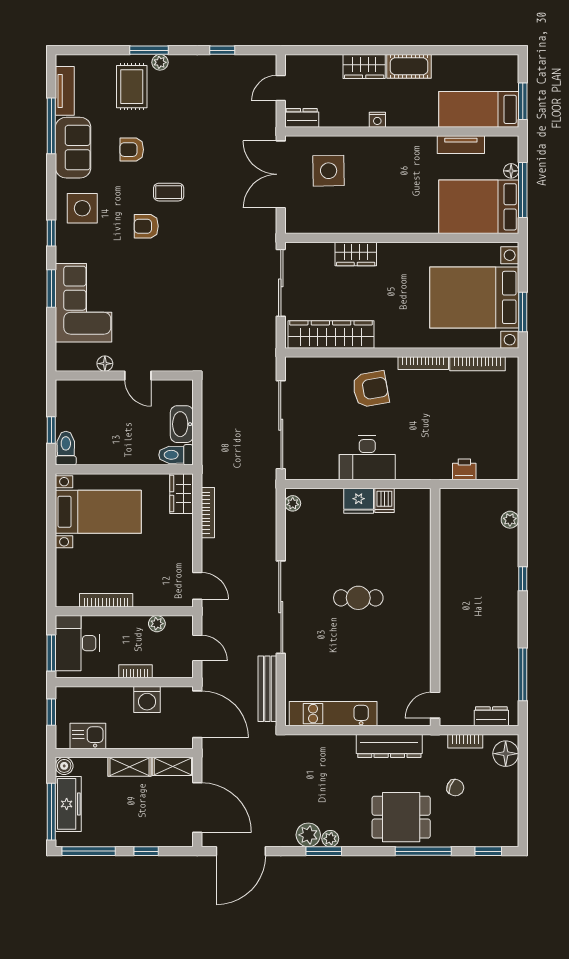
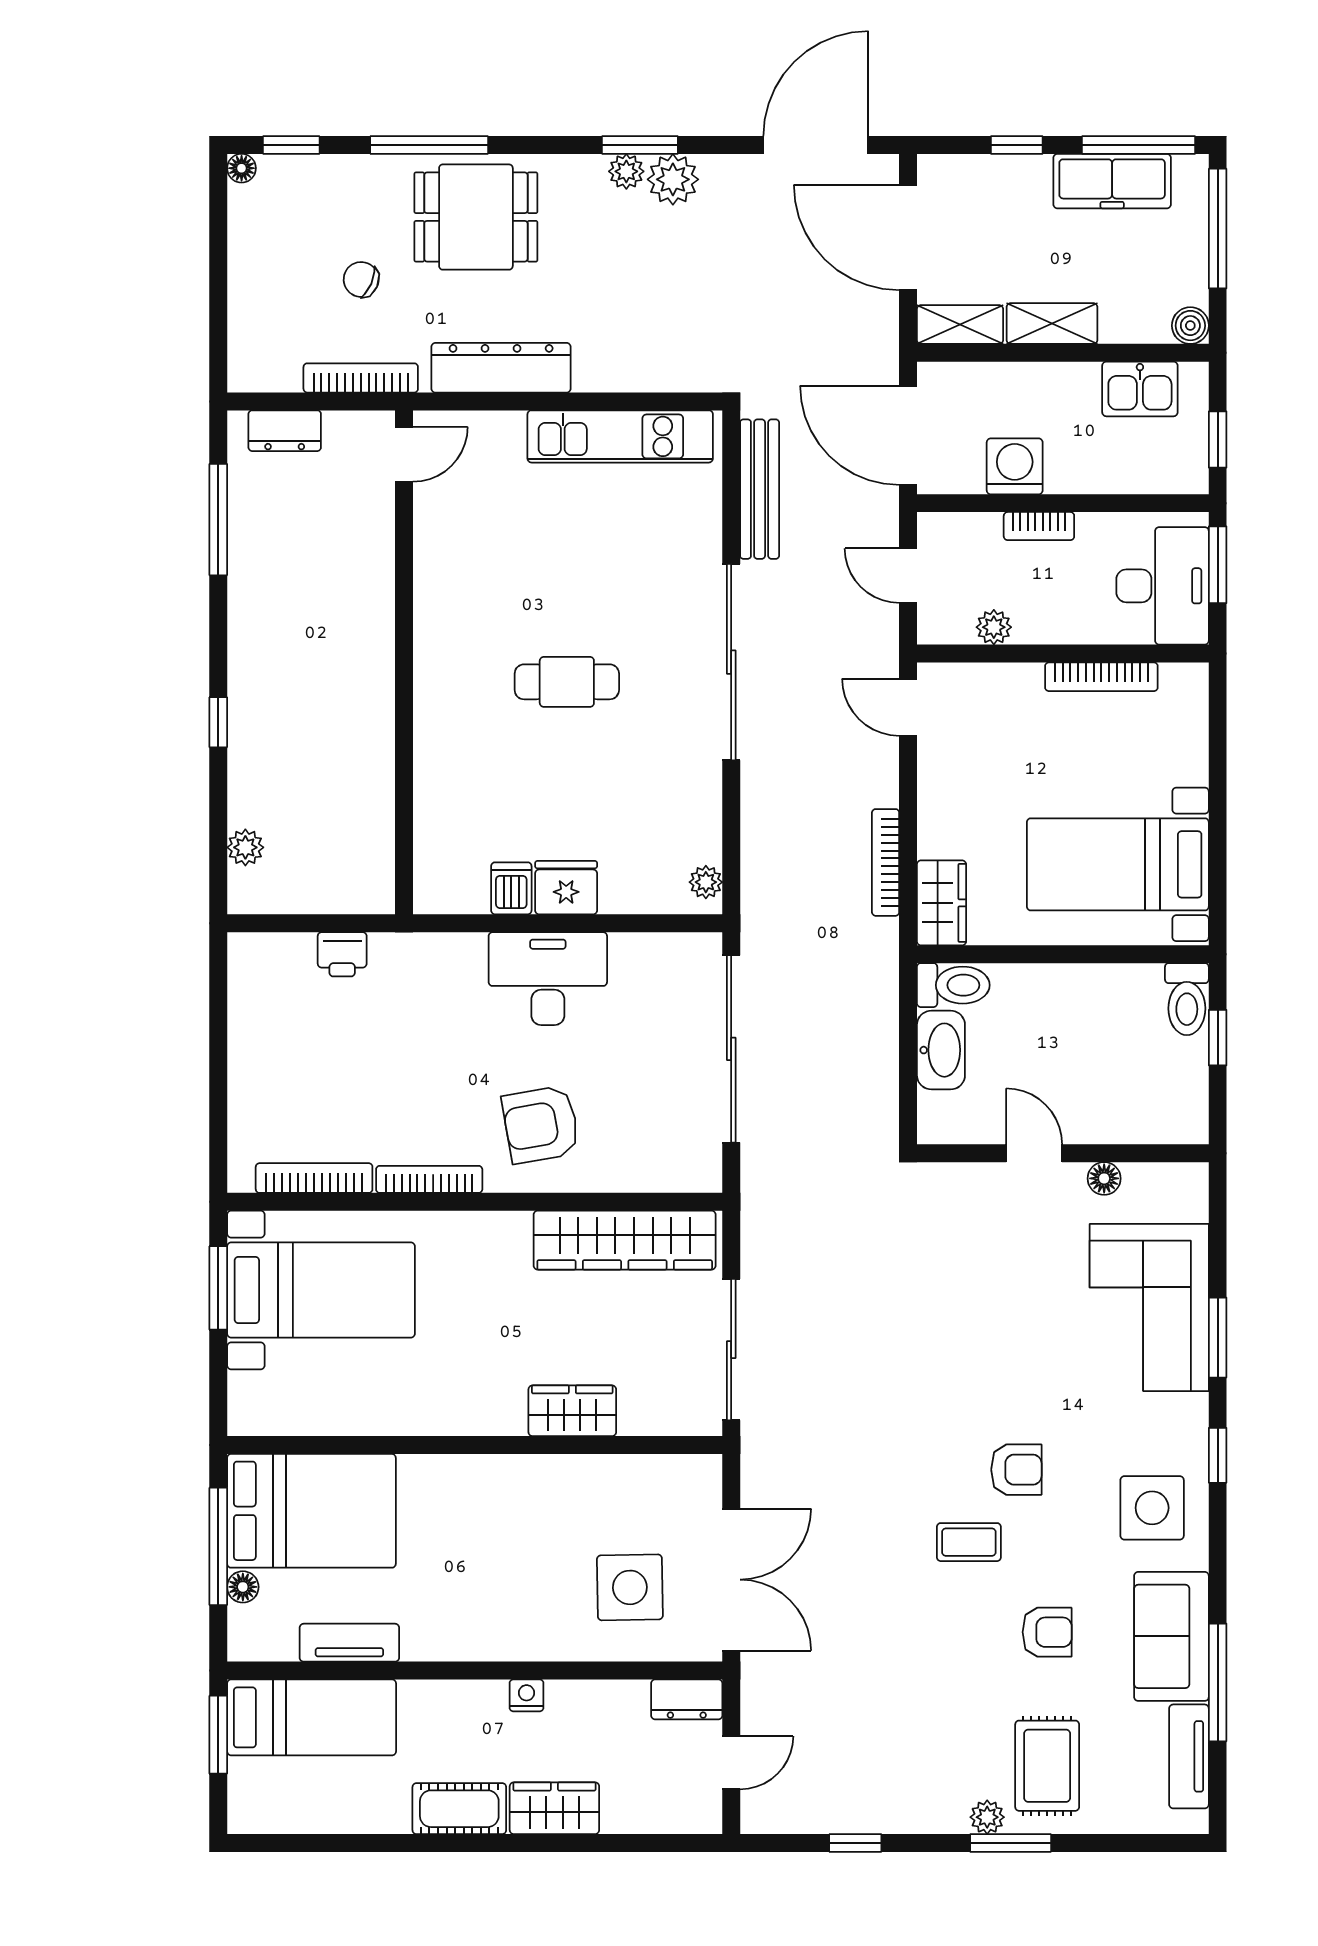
bed with nightstands: (474, 297) -> (321, 1290), width x0.73
bookcase: (465, 741) -> (361, 378), width x1.56
floor lamp: (506, 754) -> (242, 168), moved, width x0.53, depth x0.53
freezer: (68, 804) -> (1112, 181), moved, turned -90

